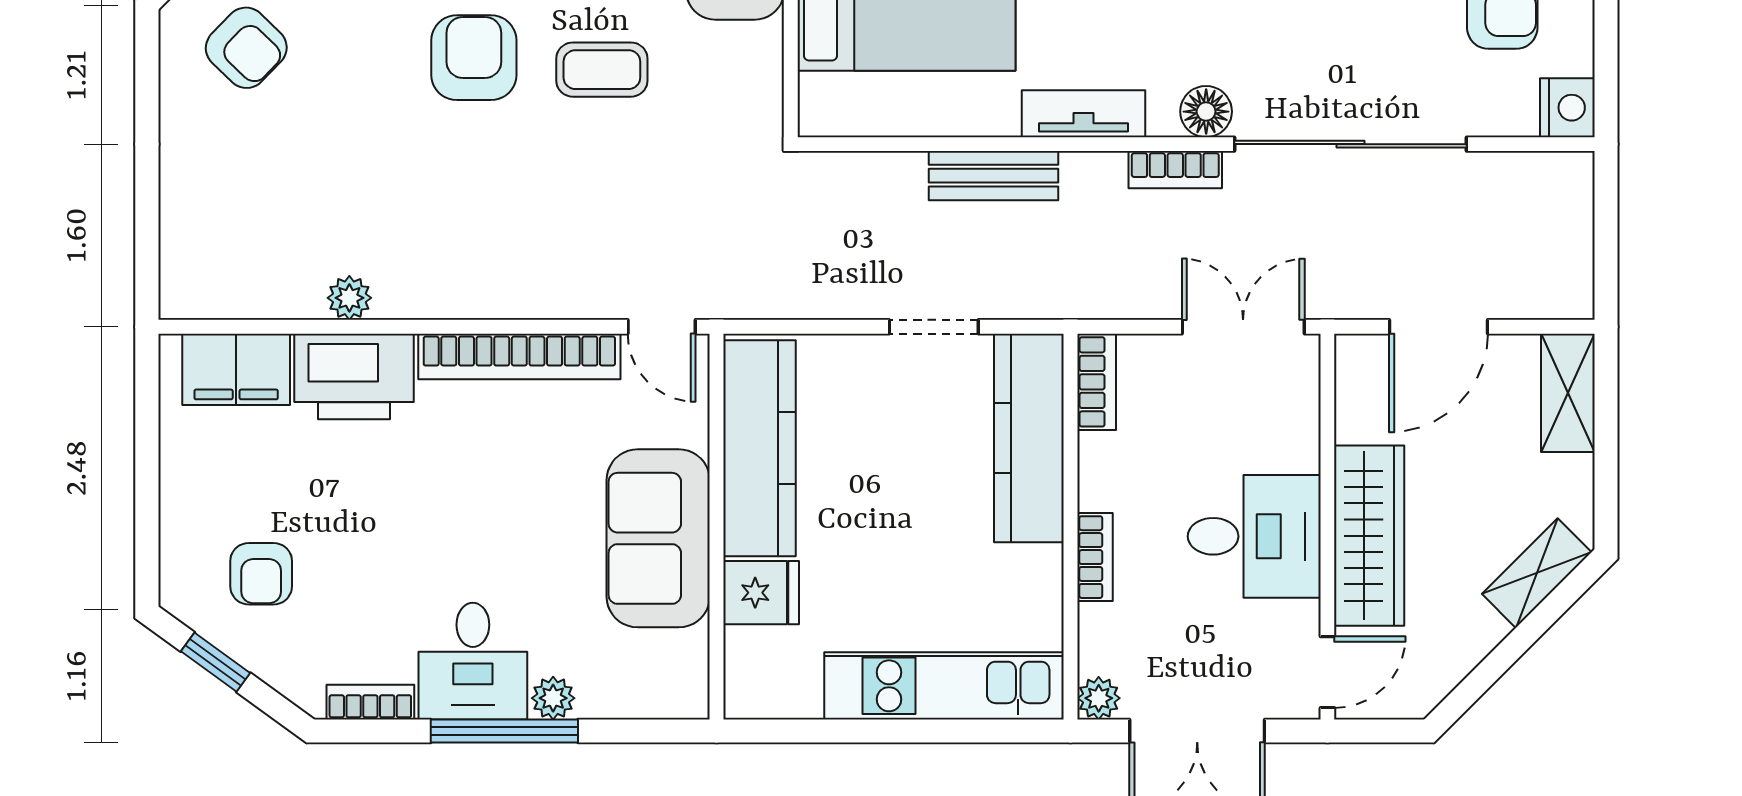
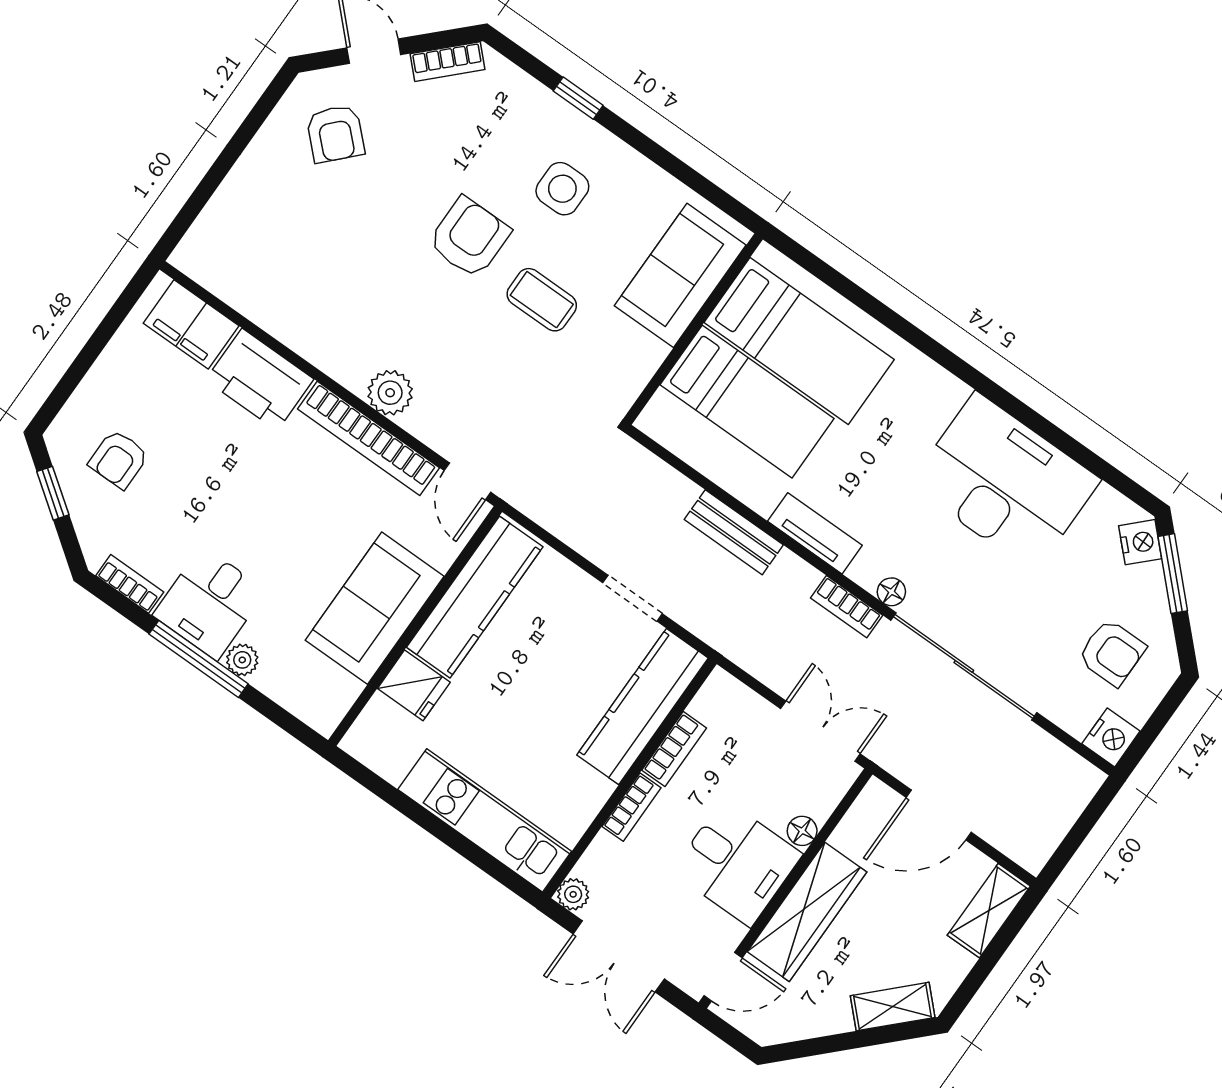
floor lamp: (1206, 112) -> (891, 592), width x0.73, depth x0.73
plant: (349, 298) -> (390, 393), moved, width x1.38, depth x1.38
bookcase: (1097, 382) -> (674, 749), moved
floor lamp: (1301, 450) -> (802, 831), added

